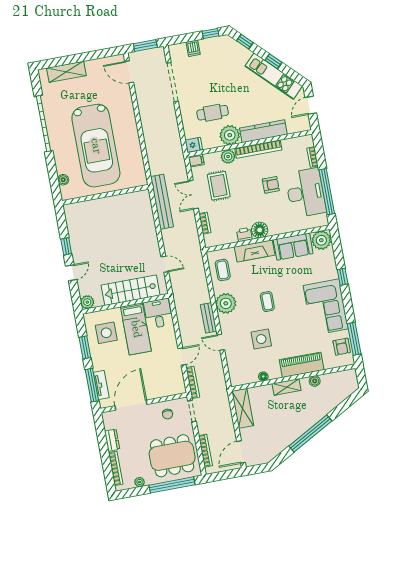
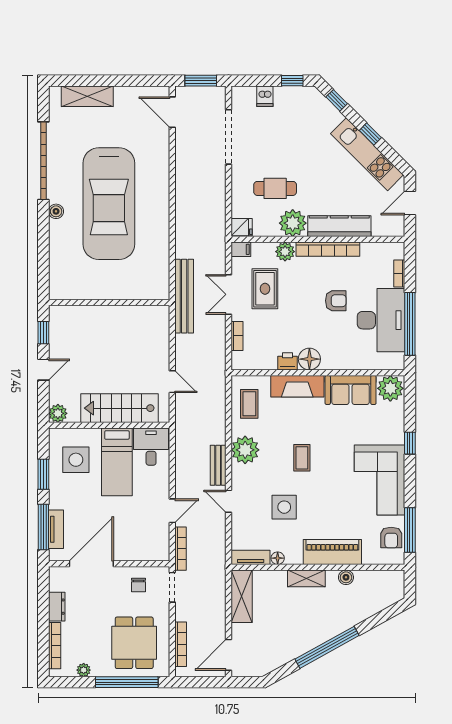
boiler: (63, 180) -> (56, 211), moved
wall: (105, 195) -> (109, 302), moved
tv unit: (244, 379) -> (251, 557), added
dining table: (172, 456) -> (134, 643), width x0.73

